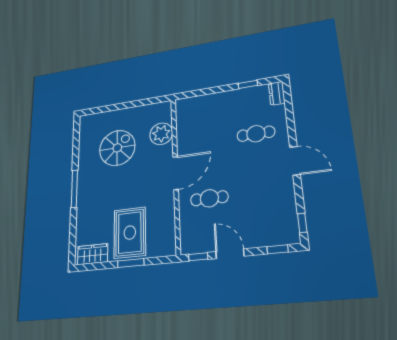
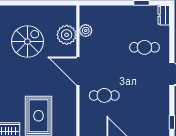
plant: (183, 126) -> (86, 31), added
door: (176, 173) -> (78, 71), swing flipped

